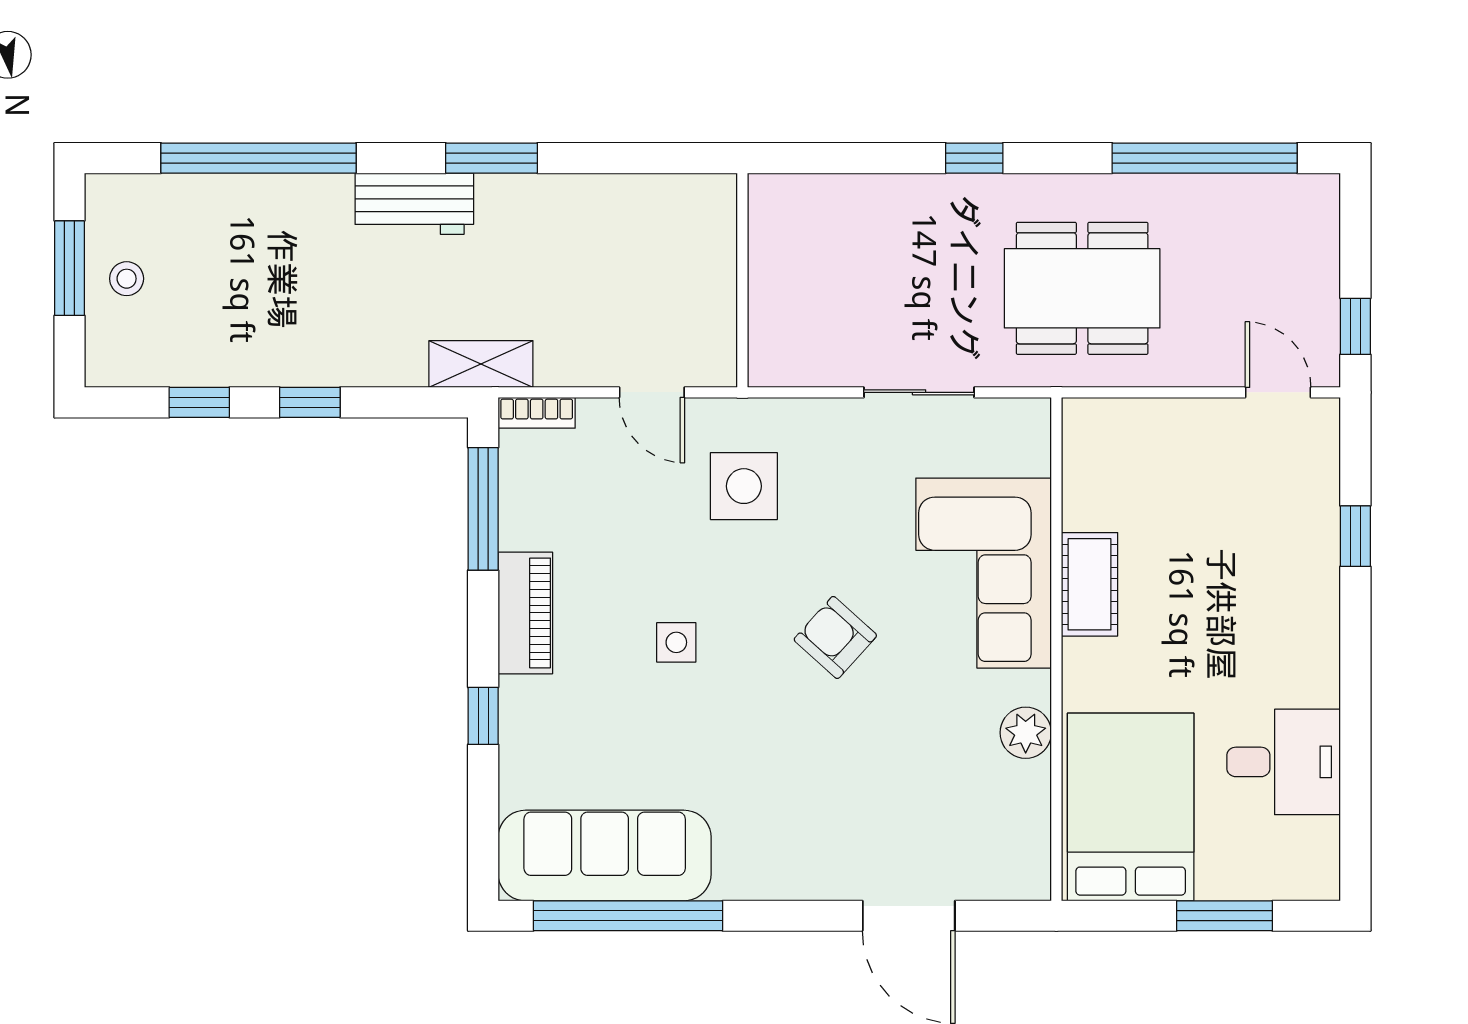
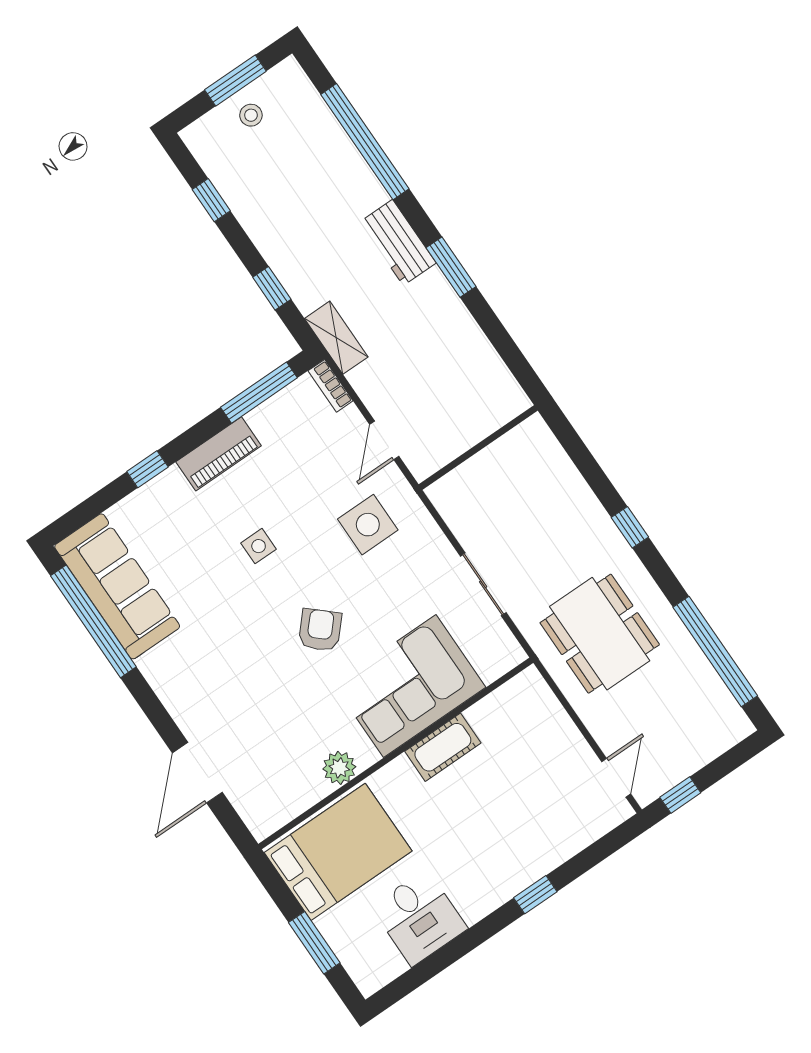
window: (310, 402) -> (272, 288), moved
window: (1355, 536) -> (535, 895), moved

